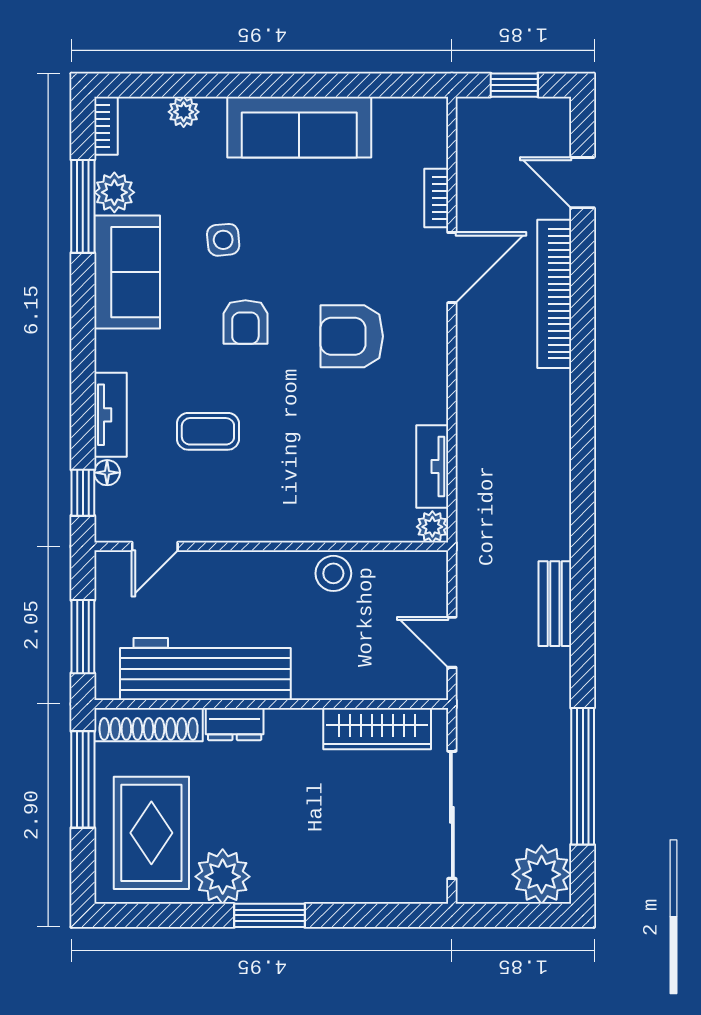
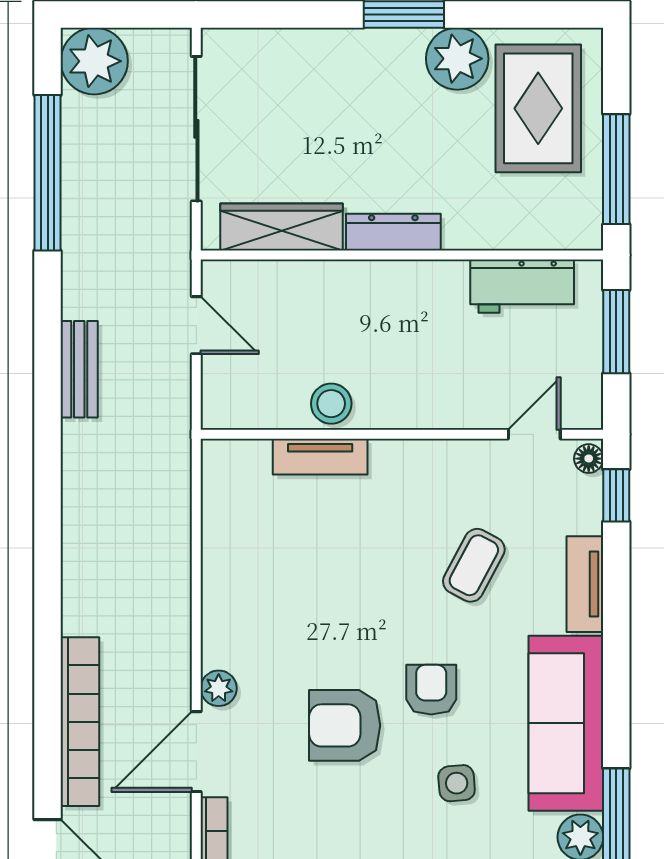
sofa: (127, 272) -> (566, 723), width x1.36
armchair: (352, 336) -> (345, 725), moved, turned 180
coffee table: (208, 431) -> (474, 565), turned -62
tv unit: (432, 467) -> (320, 457), moved, turned 90
floor lamp: (107, 473) -> (589, 459), moved
plant: (432, 527) -> (219, 688), moved
workbench: (205, 669) -> (522, 286), width x0.53, depth x0.76
dresser: (235, 724) -> (393, 232), moved, width x1.44
shoe rack: (149, 725) -> (541, 232), removed

